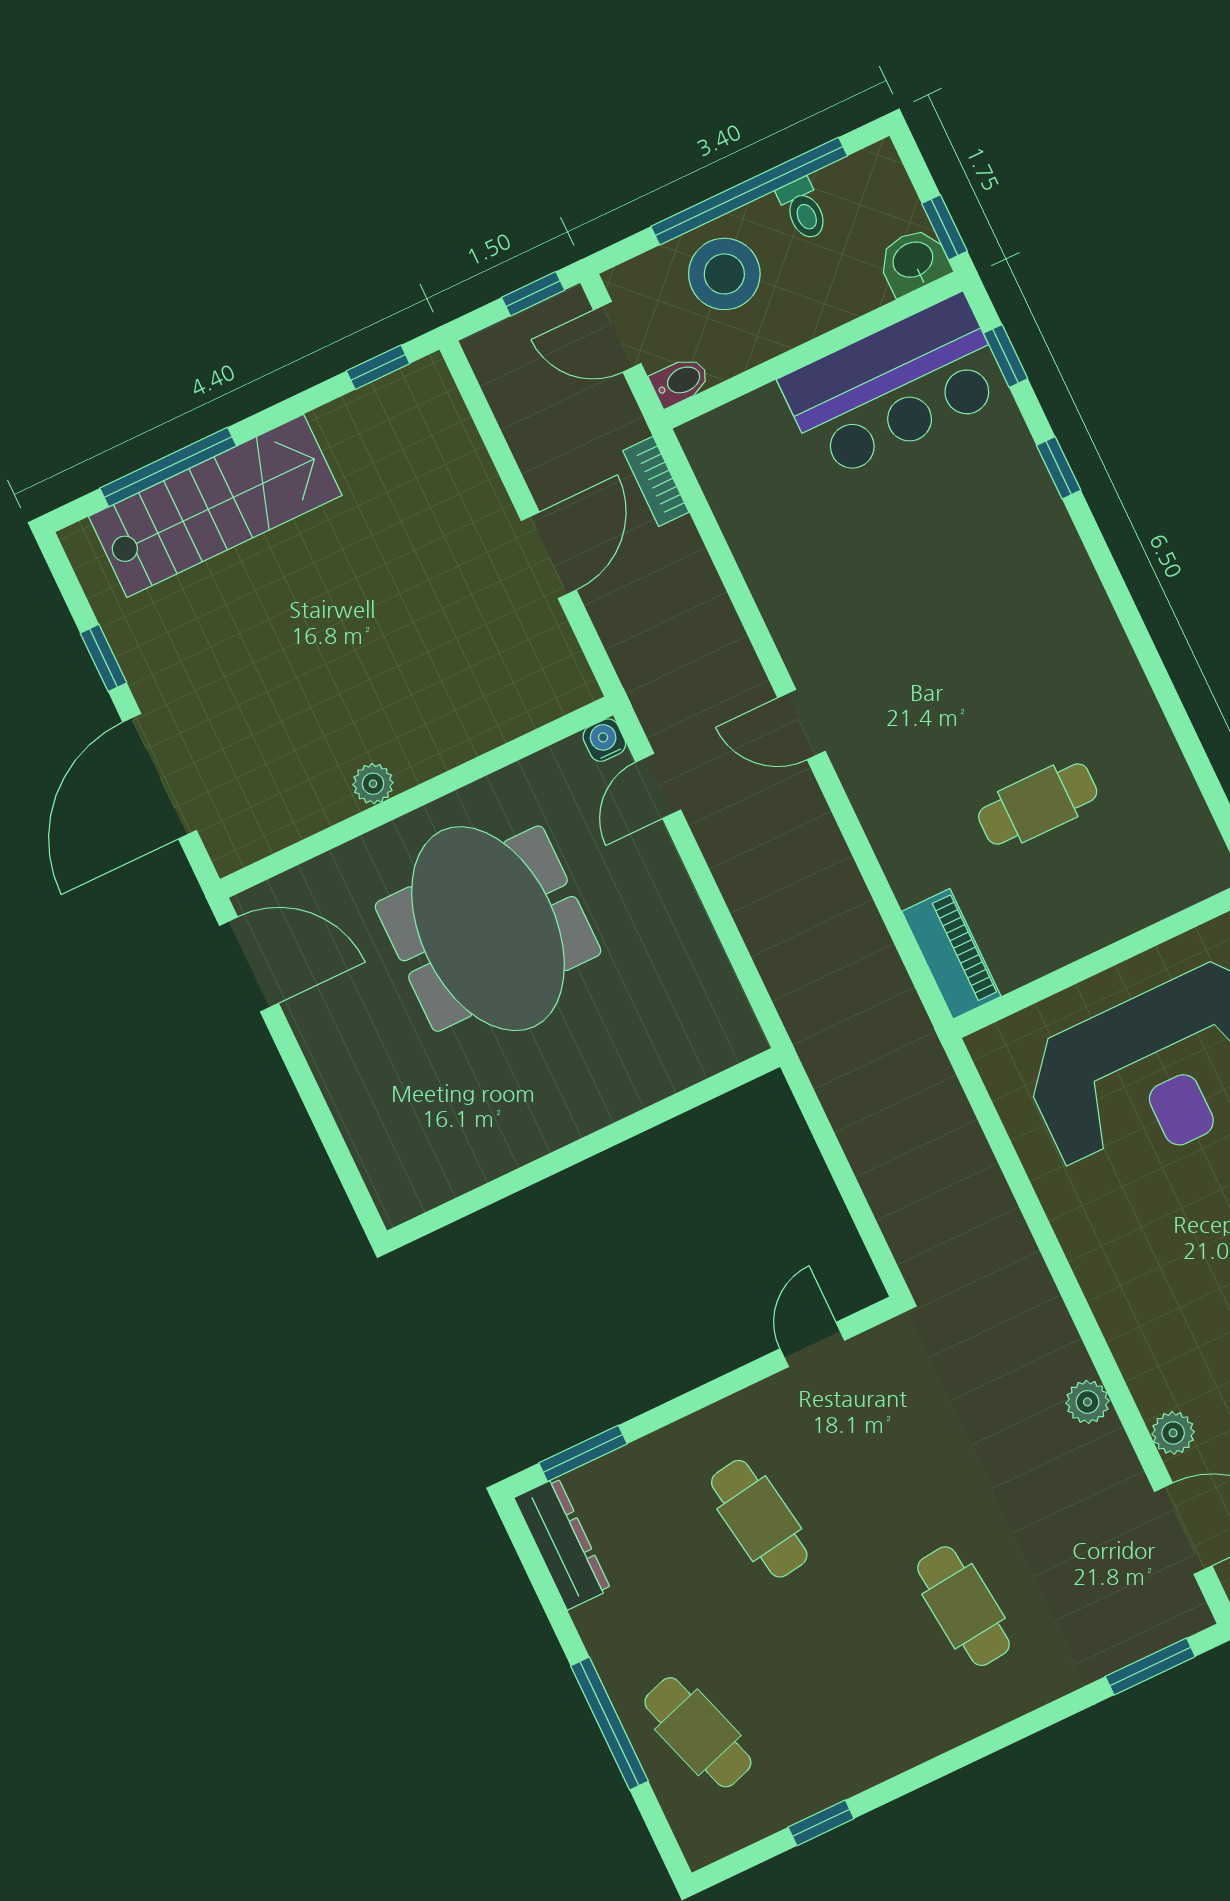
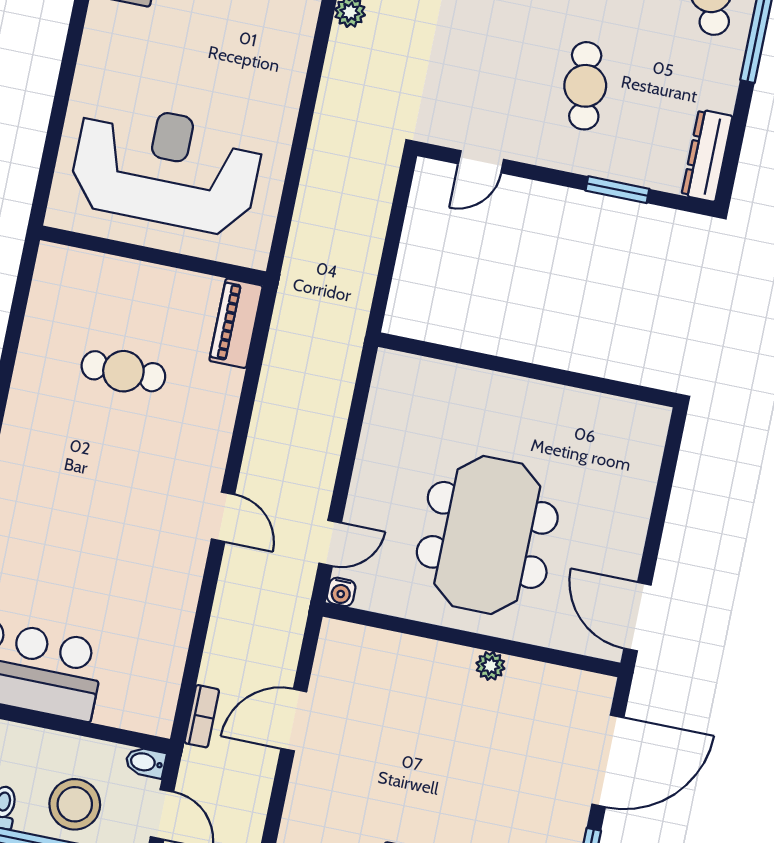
window: (583, 1453) -> (617, 190), moved

